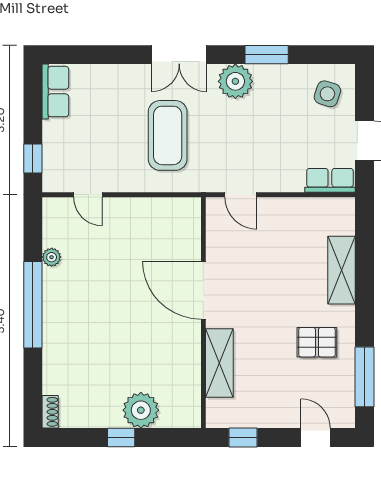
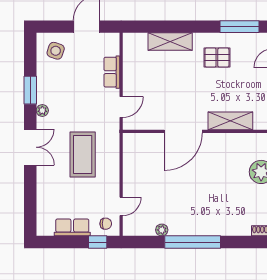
plant: (235, 81) -> (42, 111), width x0.53, depth x0.53
row of seats: (55, 92) -> (72, 227), moved
coffee table: (168, 135) -> (83, 155), turned 90
chair: (61, 171) -> (106, 224), added
row of seats: (330, 180) -> (112, 72), moved
pallet: (317, 342) -> (217, 58), turned 90

